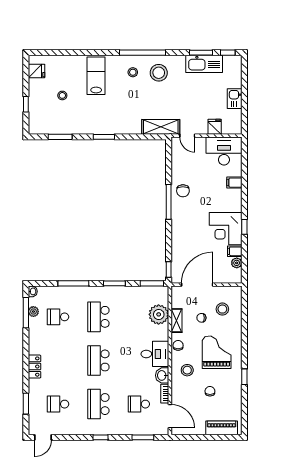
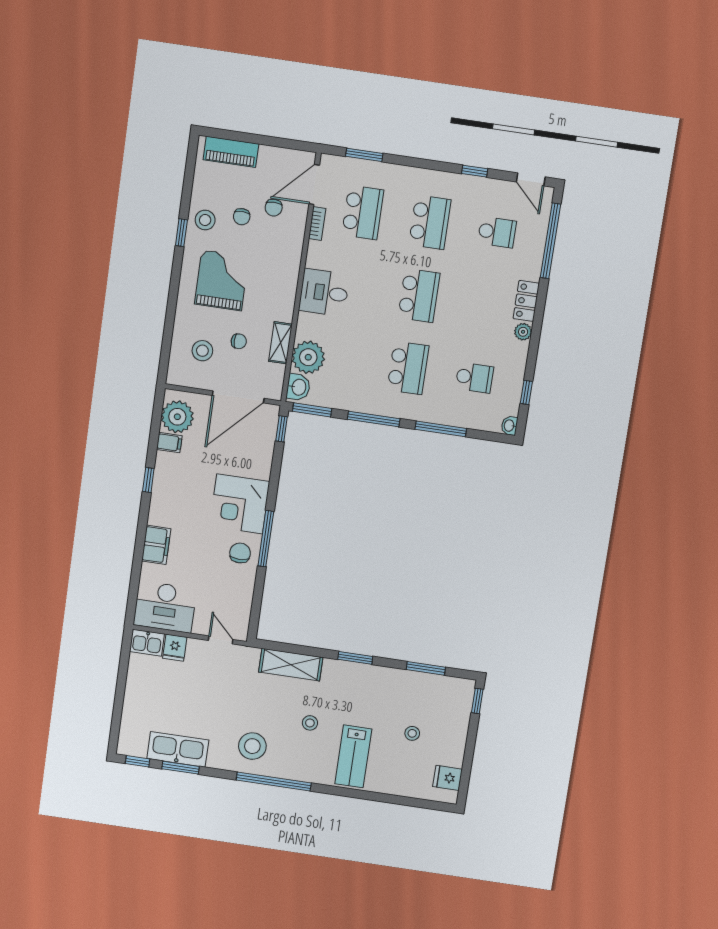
stool: (133, 72) -> (310, 723), moved
kitchen sink: (235, 99) -> (147, 643), moved, turned 90
window: (26, 104) -> (477, 701), moved
shelving: (161, 127) -> (291, 665), moved
filing cabinet: (234, 183) -> (156, 545), width x2.00
corner desk: (226, 229) -> (240, 504), moved, turned 180
plant: (237, 263) -> (177, 417), width x1.88, depth x1.88
window: (114, 283) -> (374, 419), width x1.44
plant: (33, 312) -> (523, 332), moved
window: (26, 313) -> (526, 392), width x0.46
chair: (178, 345) -> (274, 208), moved
grand piano: (217, 352) -> (222, 280), turned 180
stool: (187, 370) -> (205, 220), moved
washbasin: (162, 375) -> (298, 387), moved
window: (26, 404) -> (550, 241), width x2.11
school desk: (139, 404) -> (363, 212), width x1.85
door: (170, 416) -> (314, 184), hinge flipped
door: (43, 437) -> (531, 179), swing flipped
window: (101, 437) -> (475, 171), moved

